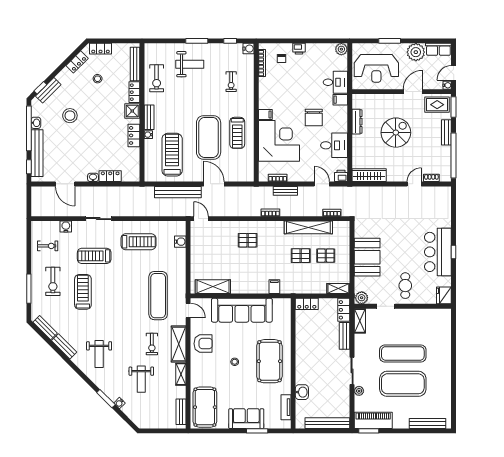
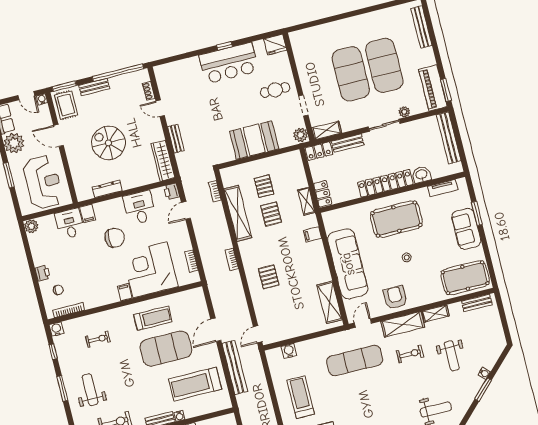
bench: (285, 191) -> (176, 139), moved
shelving: (338, 288) -> (306, 201), moved
exercise mat: (403, 353) -> (351, 74), width x1.47
locker: (302, 360) -> (385, 183), added
weight bench: (141, 379) -> (452, 356), turned 90

